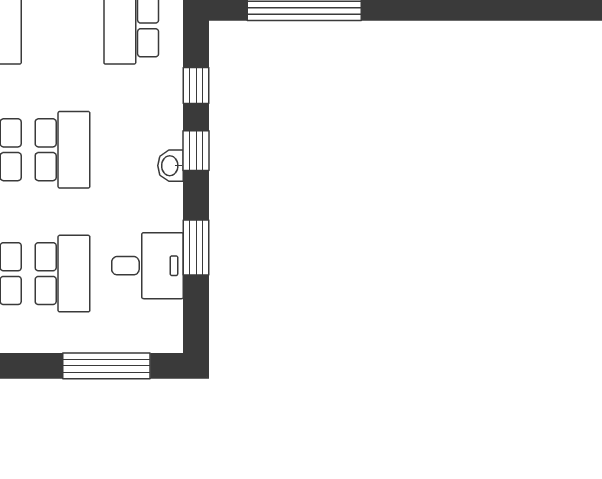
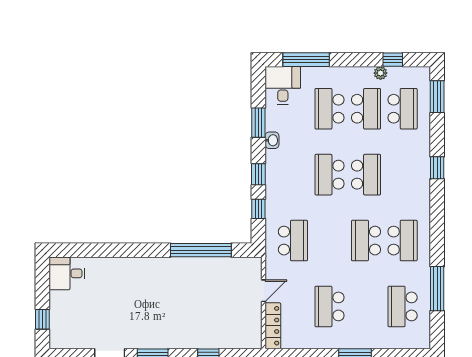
washbasin: (171, 166) -> (272, 140), moved
desk: (148, 266) -> (283, 85), moved, turned 90

